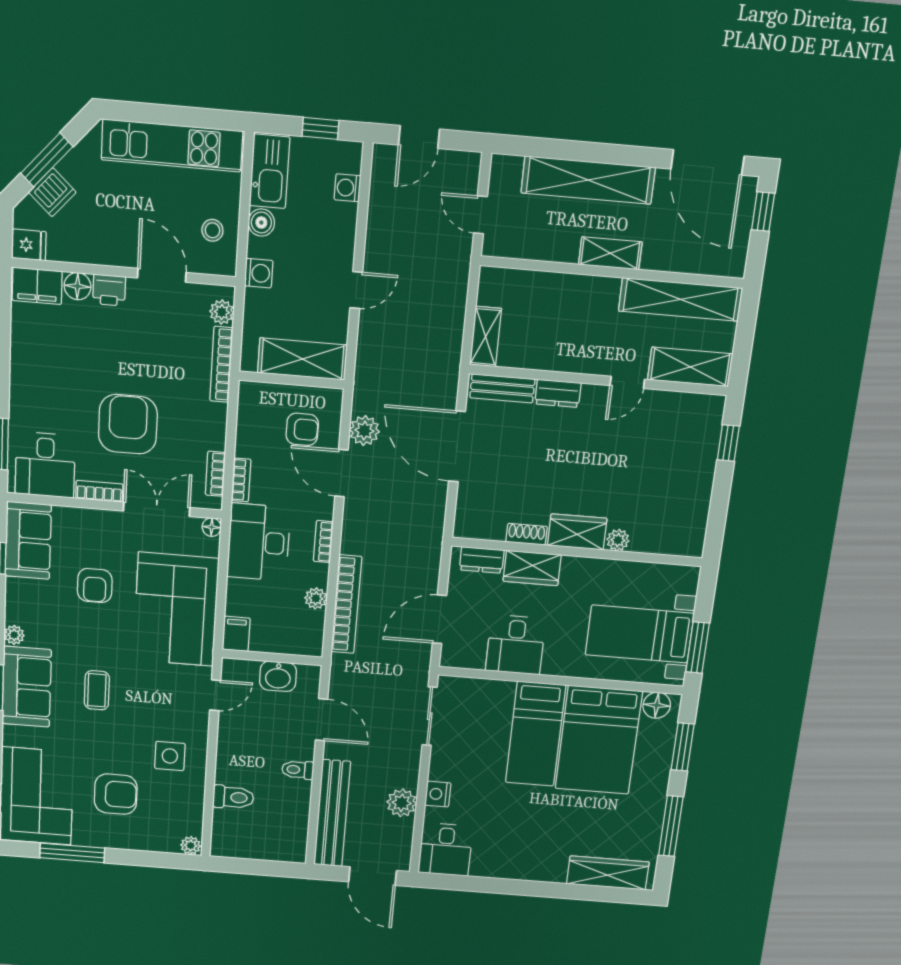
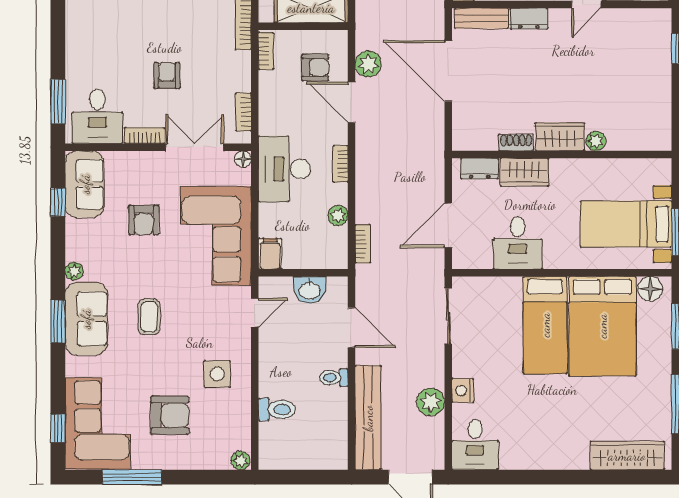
armchair: (128, 424) -> (167, 75), width x0.53, depth x0.53
bookcase: (241, 480) -> (266, 51), moved
bookcase: (346, 604) -> (363, 244), width x0.43, depth x0.76

